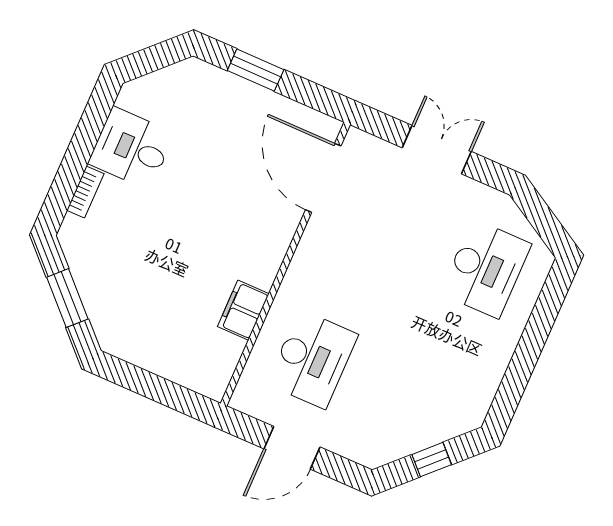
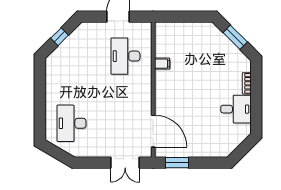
window: (256, 70) -> (177, 163), moved
double door: (437, 150) -> (125, 163), moved
filing cabinet: (243, 310) -> (162, 64), width x0.50

